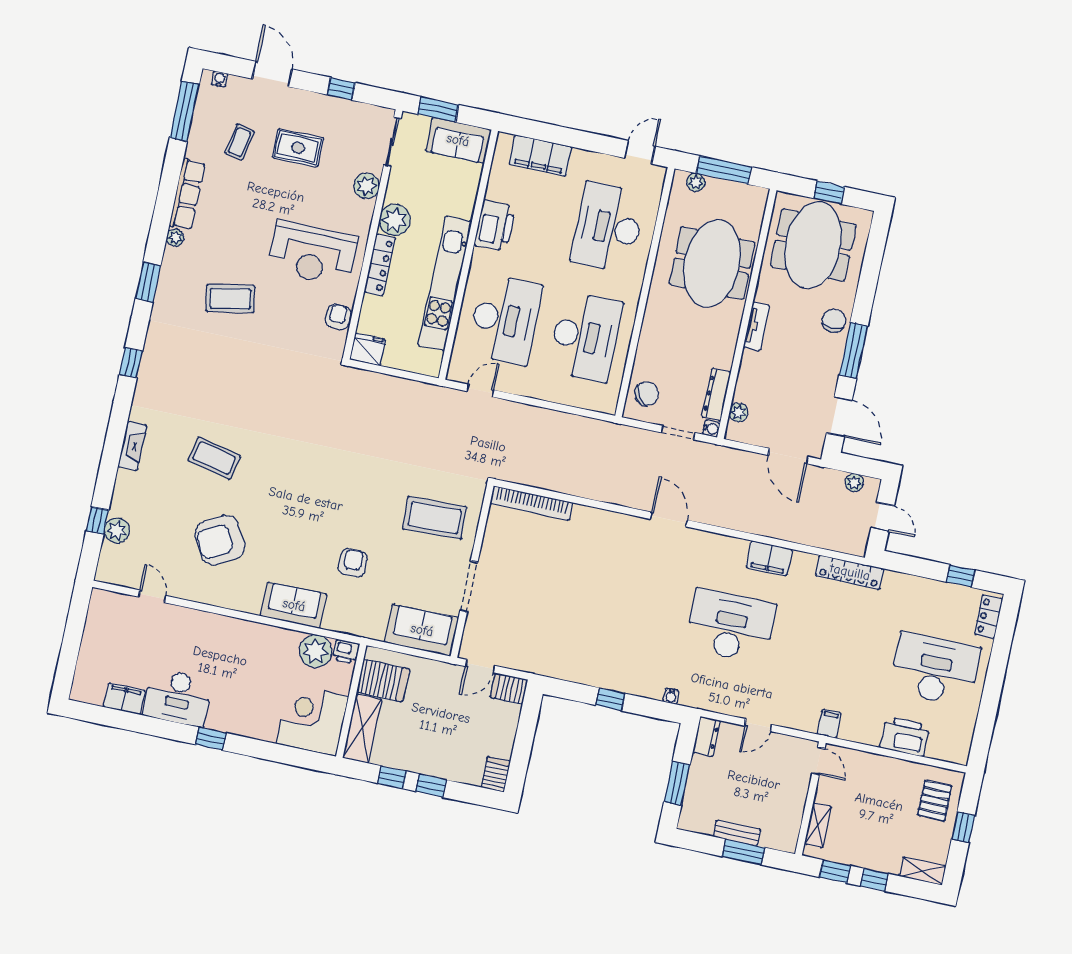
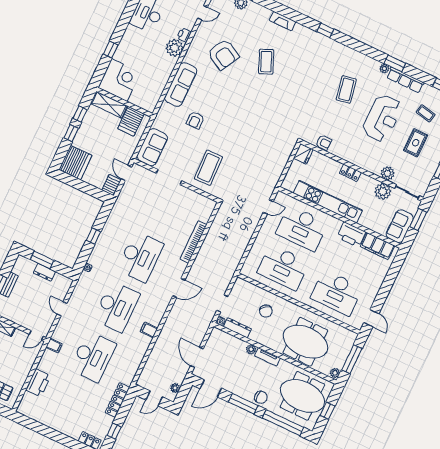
filing cabinet: (540, 156) -> (378, 246), moved, turned -90
plant: (696, 182) -> (335, 373), moved
plant: (395, 220) -> (383, 191), moved
desk: (608, 227) -> (337, 293), turned 180
reception desk: (312, 254) -> (382, 118), moved, turned 180
locker: (380, 265) -> (350, 173), width x0.66
window: (871, 269) -> (283, 423), added
window: (148, 282) -> (395, 63), moved
door: (480, 391) -> (268, 207), hinge flipped
chair: (647, 394) -> (266, 311), moved
plant: (739, 412) -> (251, 349), moved
door: (788, 456) -> (197, 357), hinge flipped
coffee table: (214, 458) -> (266, 62), turned -35
bookcase: (531, 503) -> (193, 242), moved
armchair: (220, 540) -> (223, 55), turned 148
filing cabinet: (769, 558) -> (149, 330), width x0.50
armchair: (353, 563) -> (195, 120), turned 90
locker: (850, 572) -> (117, 400), moved
desk: (628, 604) -> (140, 257), added
sofa: (294, 605) -> (181, 85), width x1.36
plant: (315, 651) -> (174, 48), moved
printer: (346, 651) -> (184, 35), moved
desk: (935, 669) -> (93, 357), moved
dresser: (707, 737) -> (44, 272), moved
window: (211, 739) -> (111, 50), moved
server rack: (496, 774) -> (75, 163), width x2.18, depth x1.44

